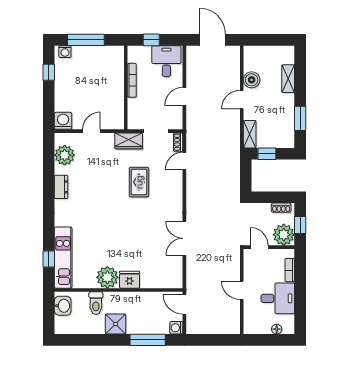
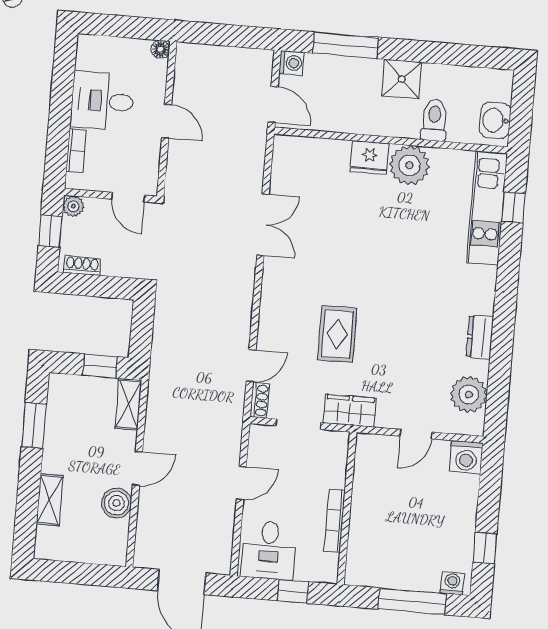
plant: (284, 235) -> (73, 206), width x0.53, depth x0.53
floor lamp: (277, 329) -> (160, 49), moved

